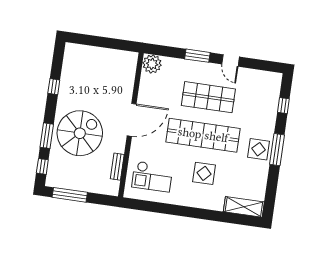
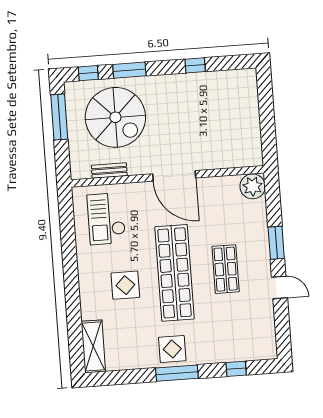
door: (231, 61) -> (279, 287), swing flipped
shop shelf: (208, 97) -> (226, 269), width x0.70, depth x0.74
spiral stairs: (80, 133) -> (115, 117), moved

